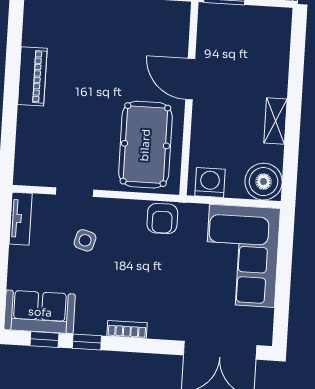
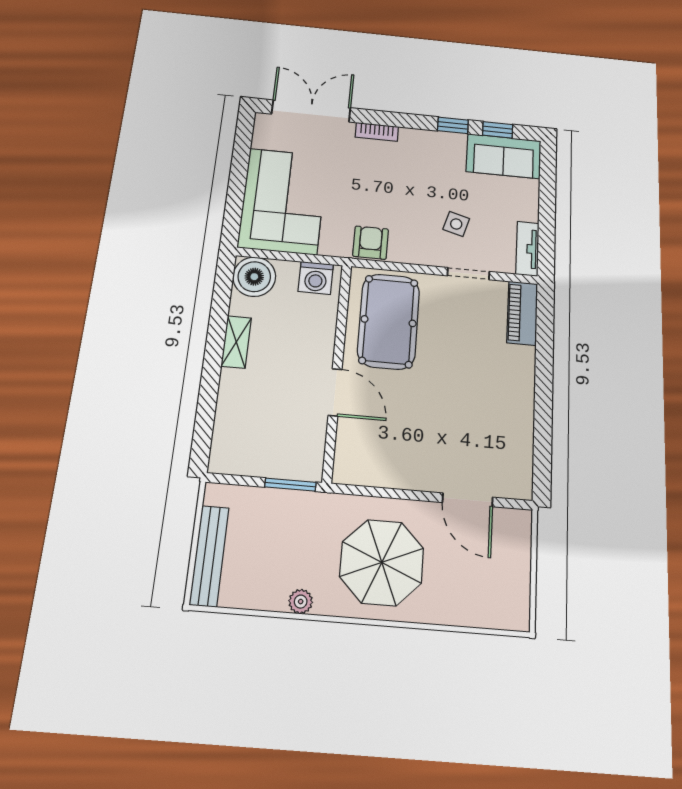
piano: (32, 76) -> (522, 313), moved
bookcase: (127, 329) -> (377, 132), moved

